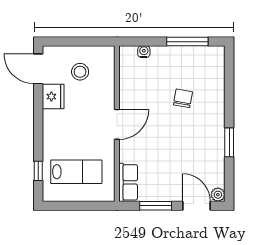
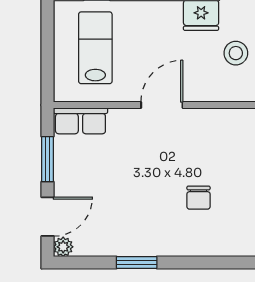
chair: (183, 98) -> (198, 198), turned 80
door: (117, 124) -> (162, 105), swing flipped
lab bench: (76, 172) -> (95, 48), turned 180

